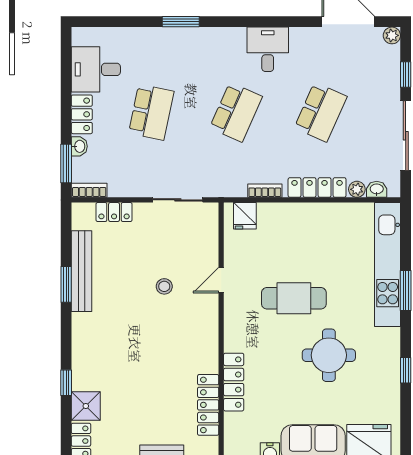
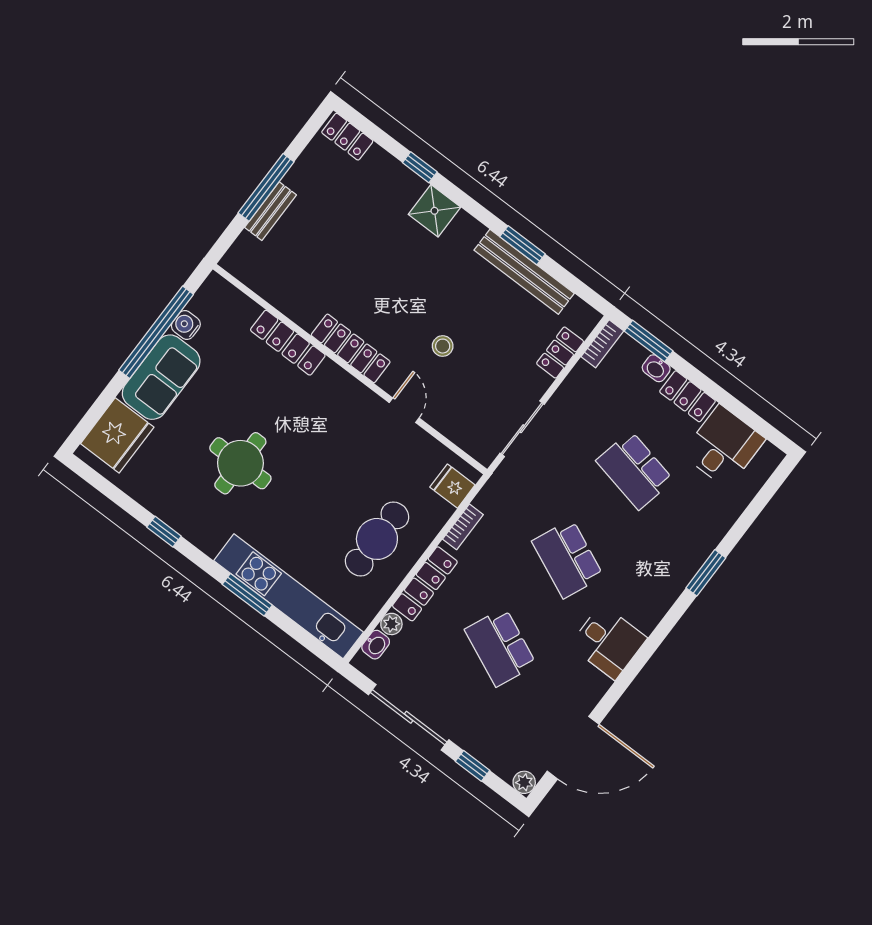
cafe table: (294, 298) -> (377, 539), moved
locker: (208, 405) -> (351, 348), moved
shower: (86, 406) -> (434, 211), moved

